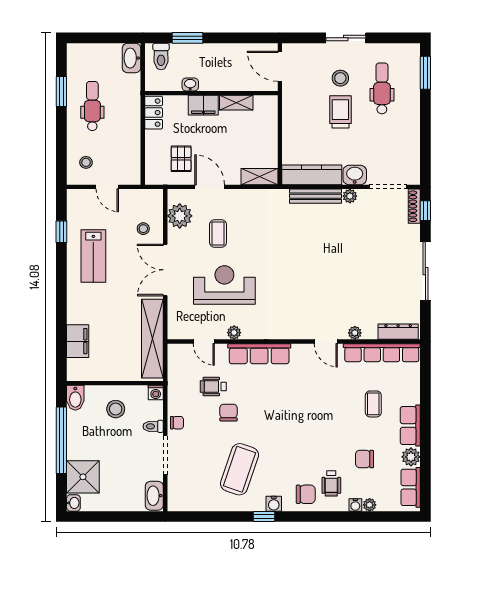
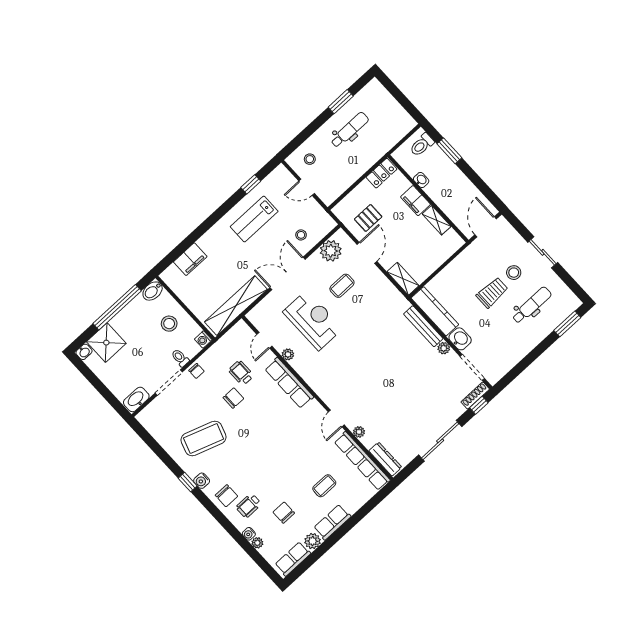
washbasin: (131, 58) -> (403, 127), removed
door: (107, 187) -> (307, 187), hinge flipped

